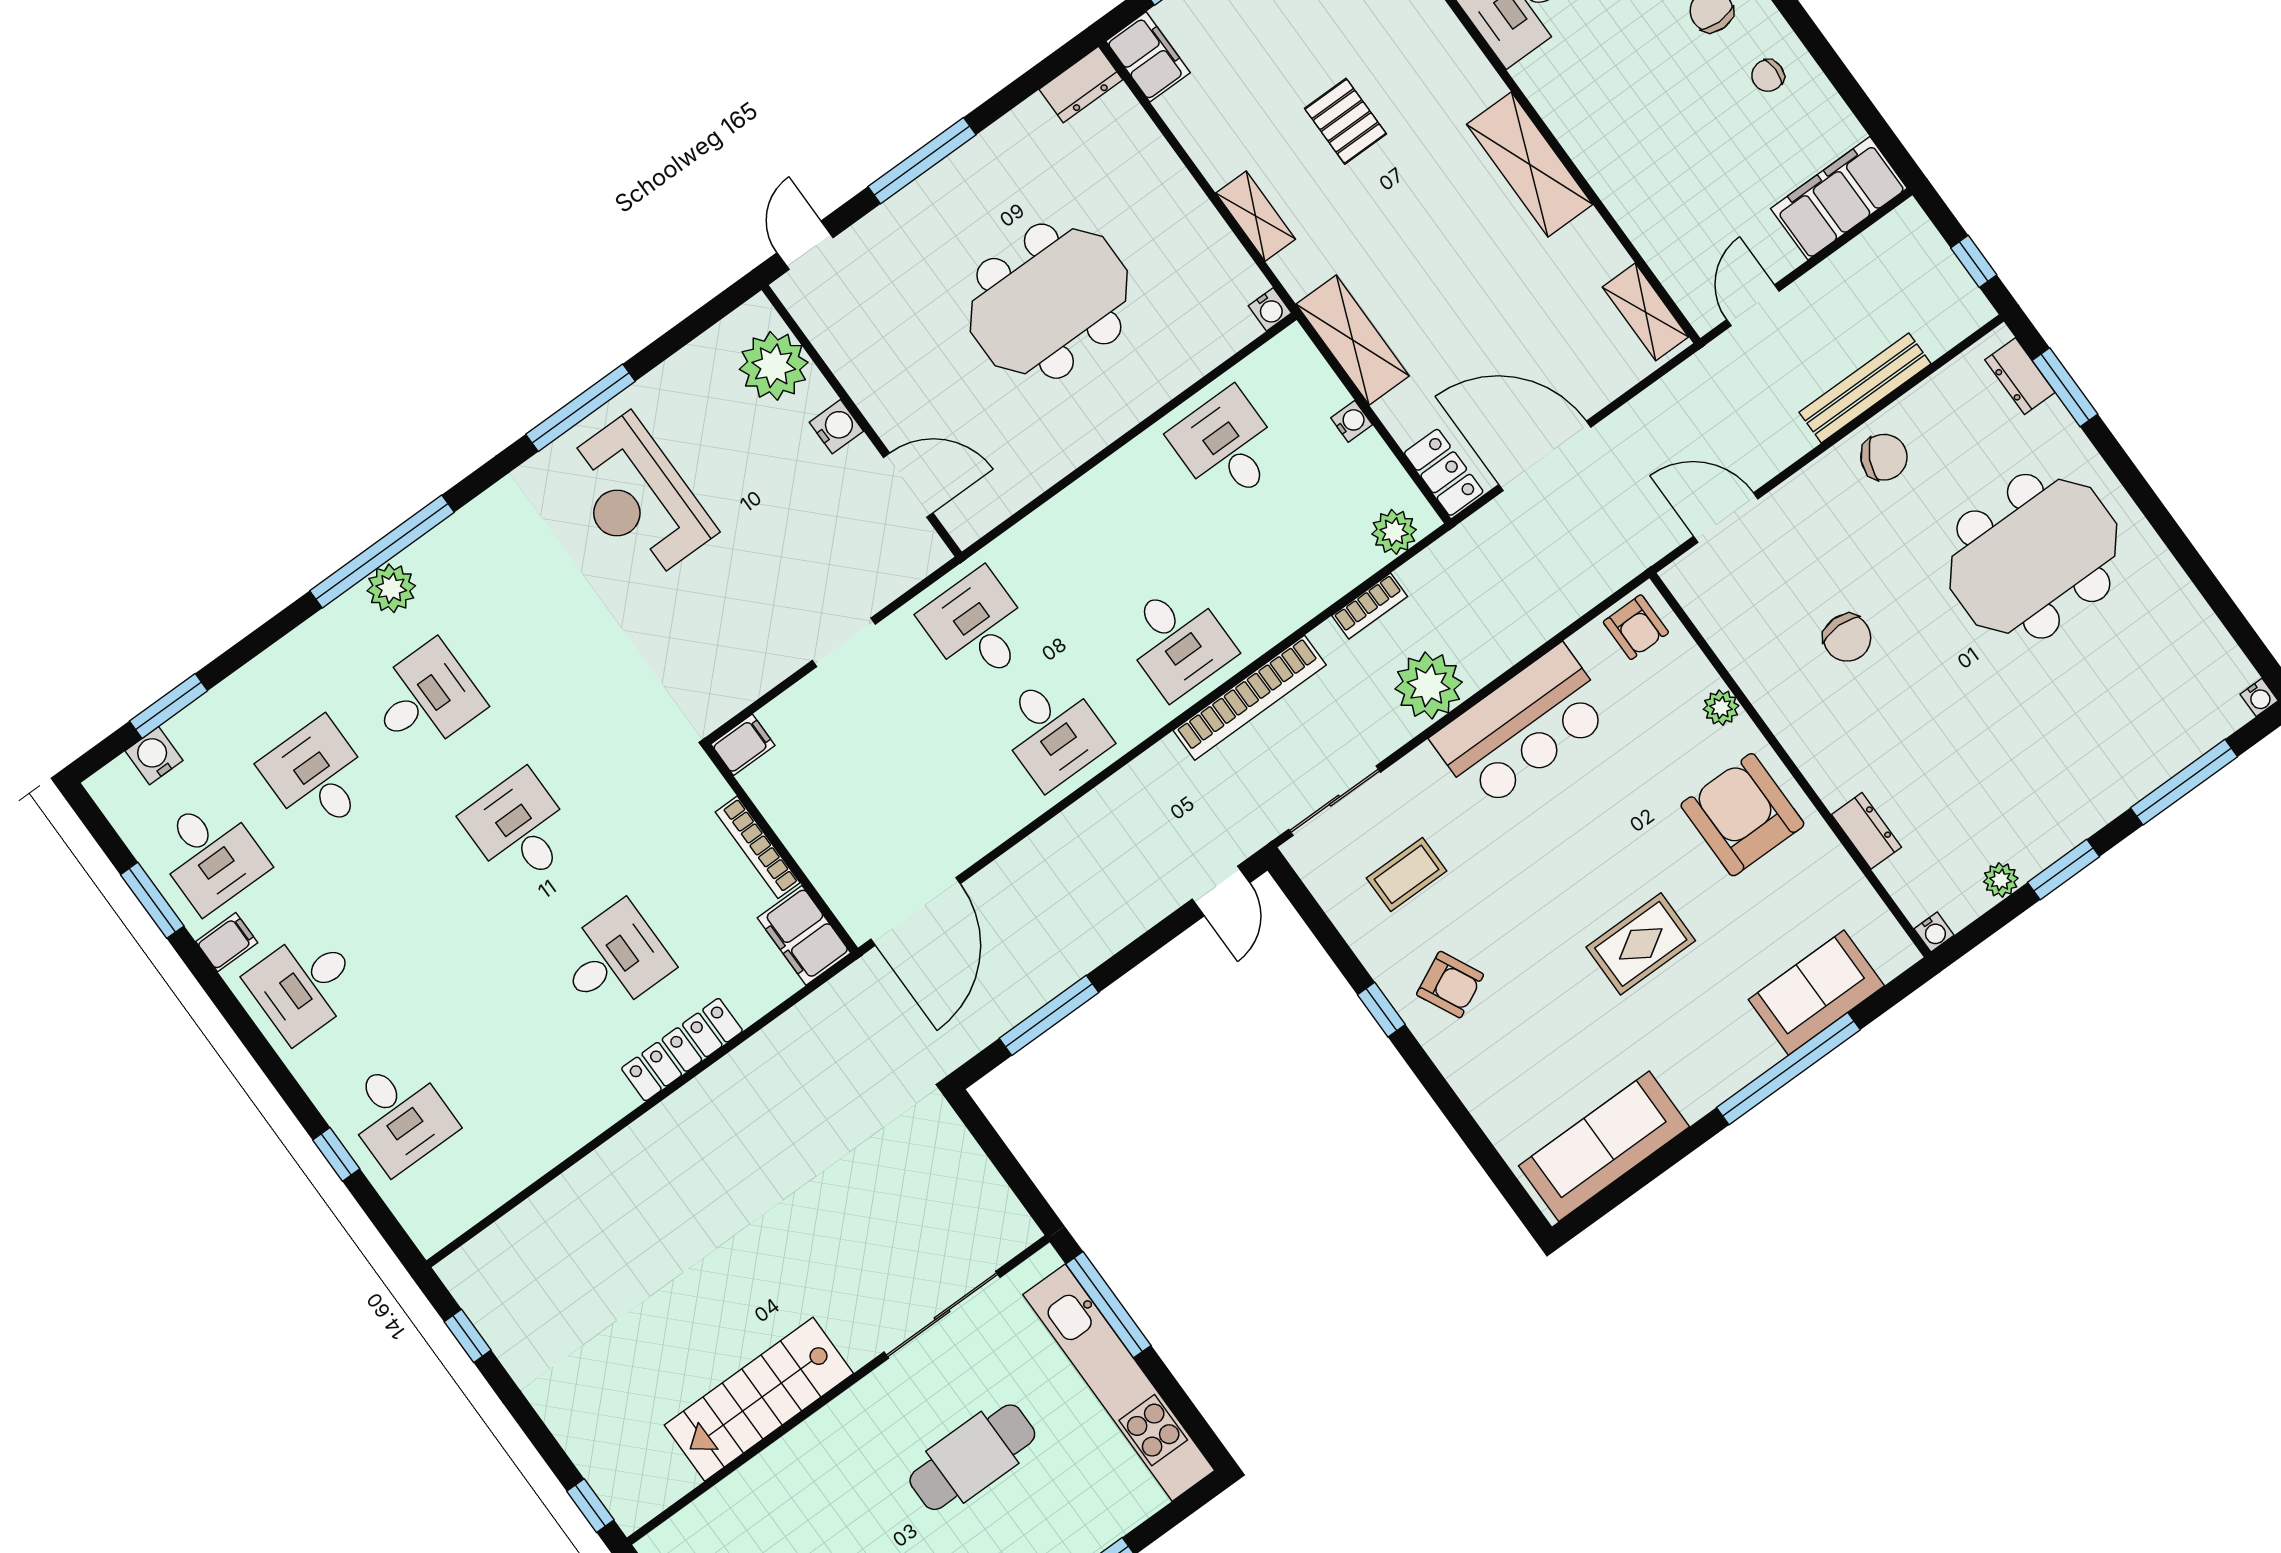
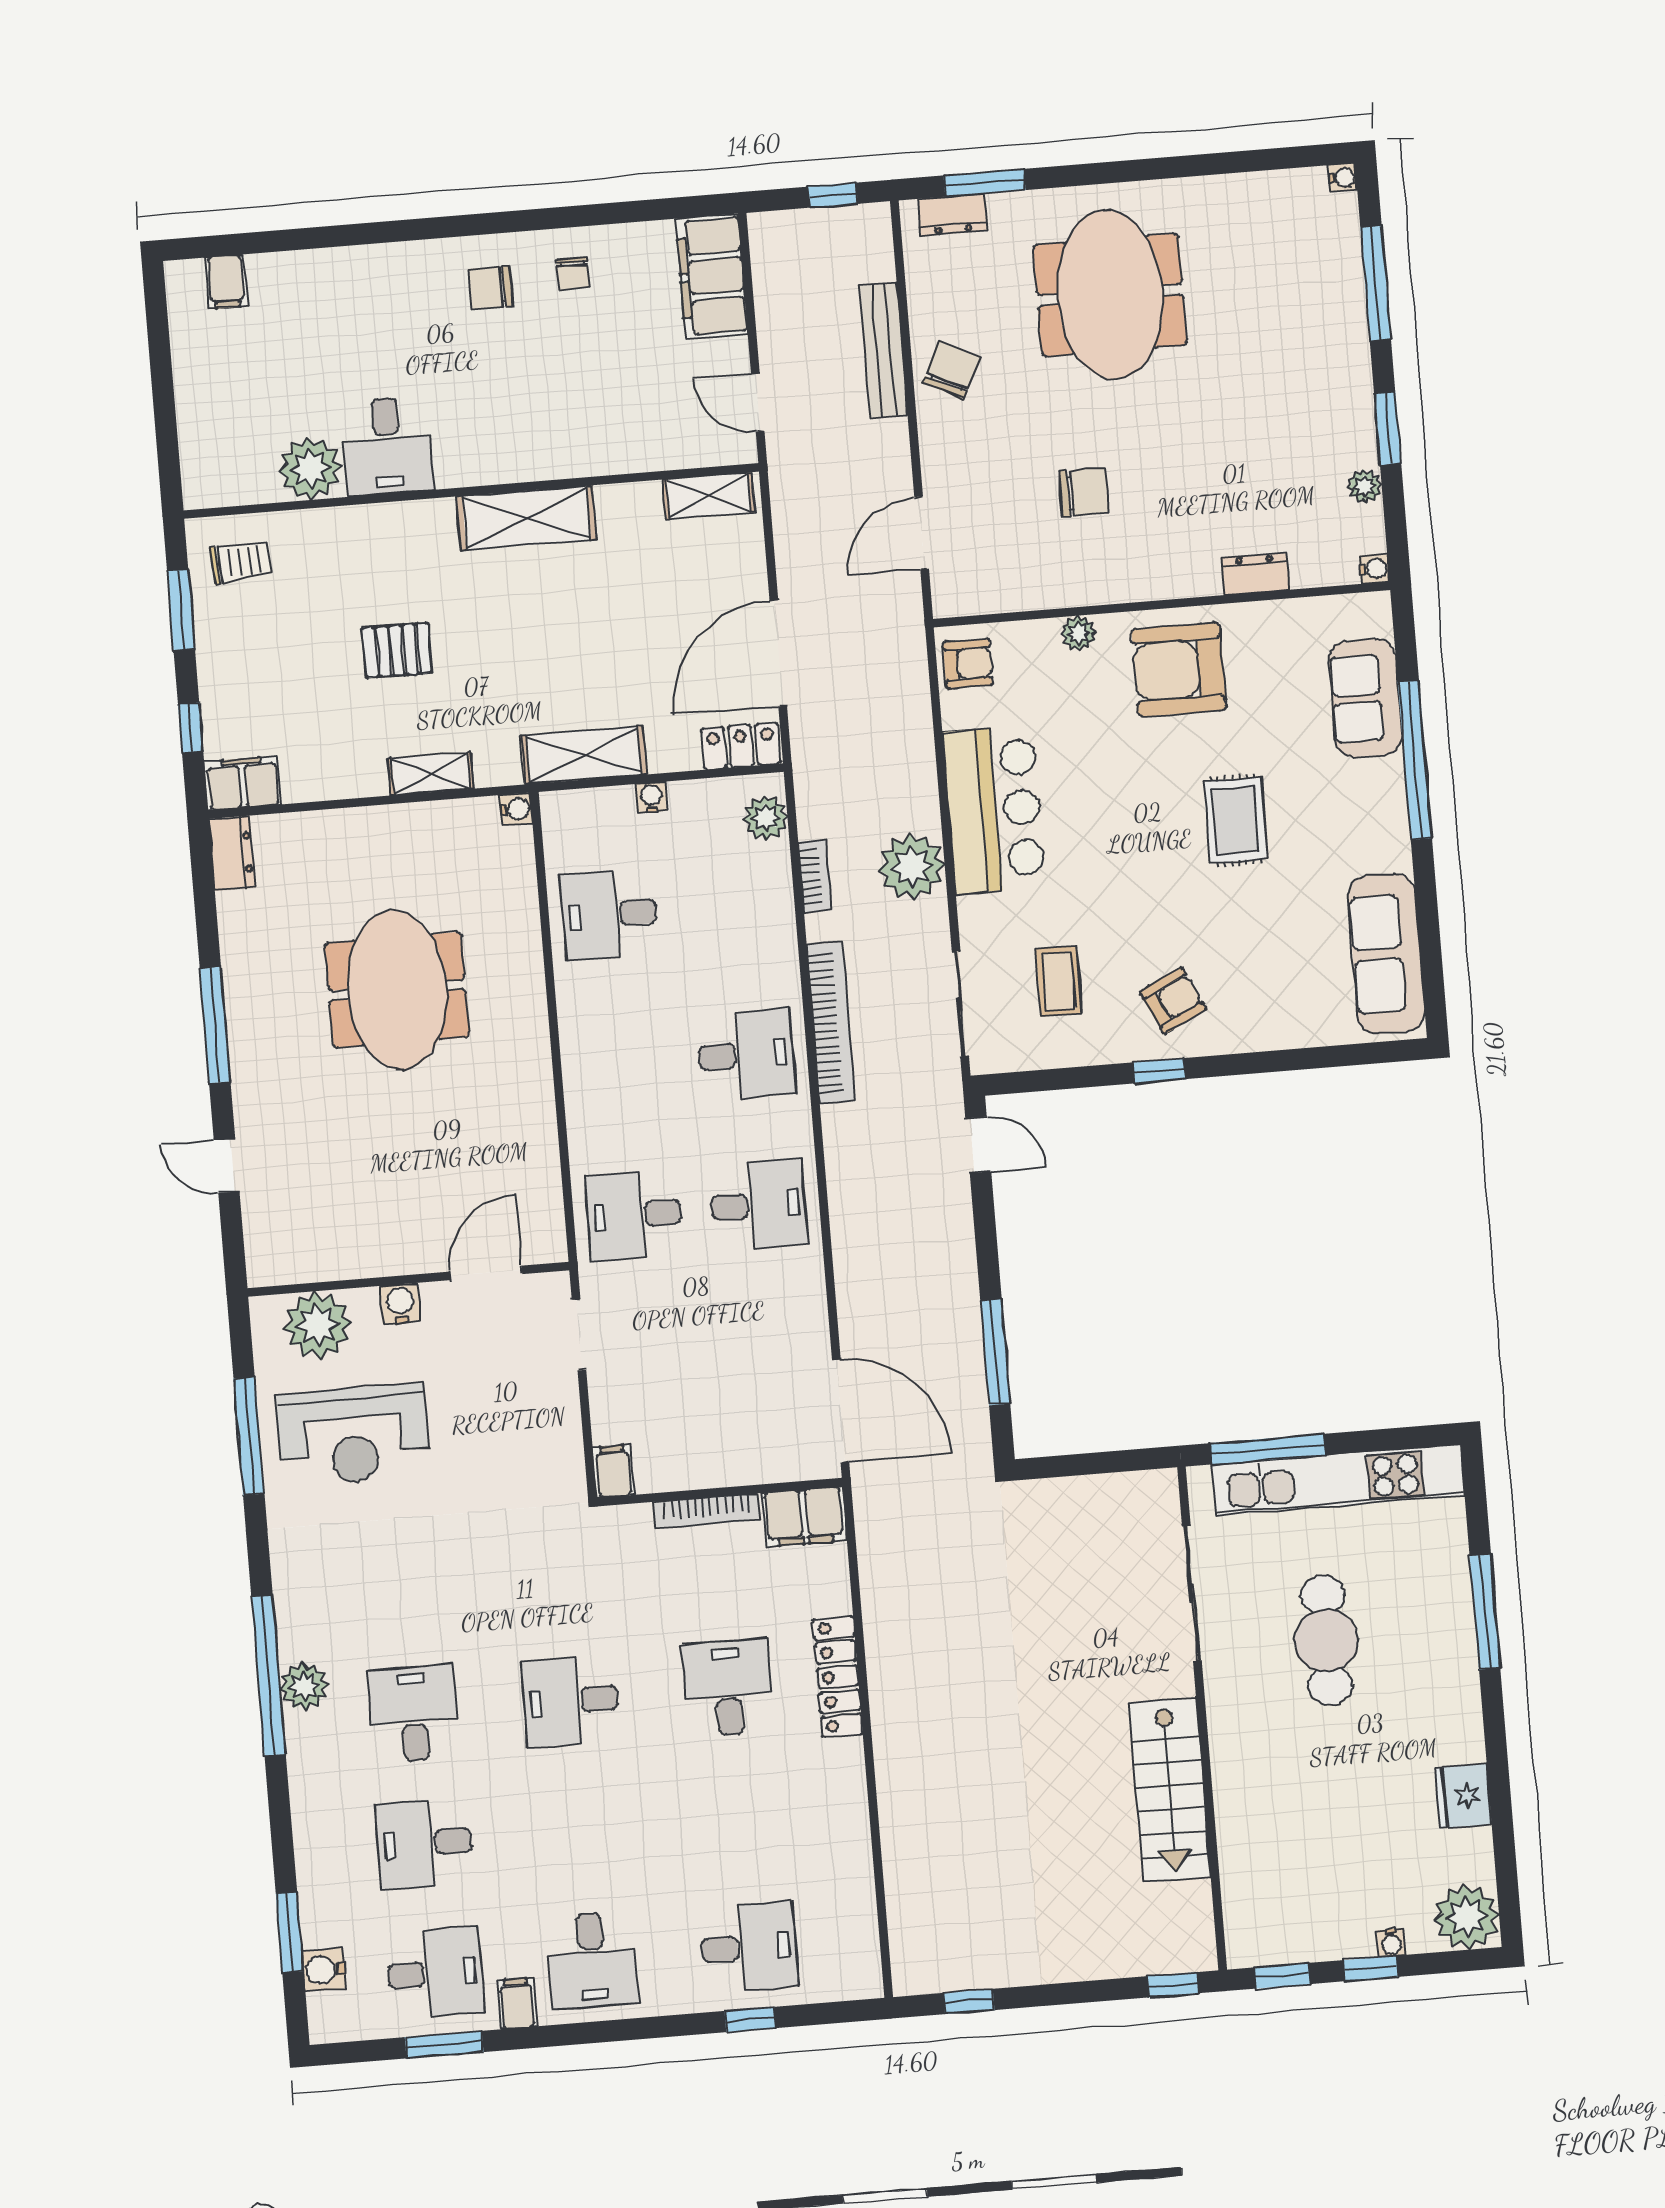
plant: (774, 366) -> (318, 1325), moved
wall: (862, 421) -> (408, 1279), moved
water cooler: (836, 427) -> (400, 1303), moved
door: (908, 485) -> (486, 1273), moved

